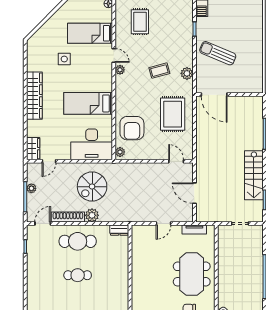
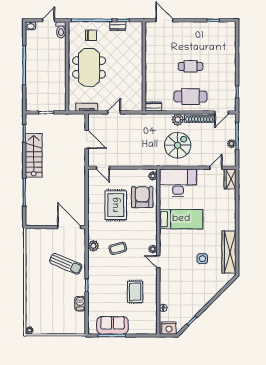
bed: (90, 33) -> (179, 282), removed
wardrobe: (34, 96) -> (229, 252), moved
rug: (173, 114) -> (116, 205), moved

